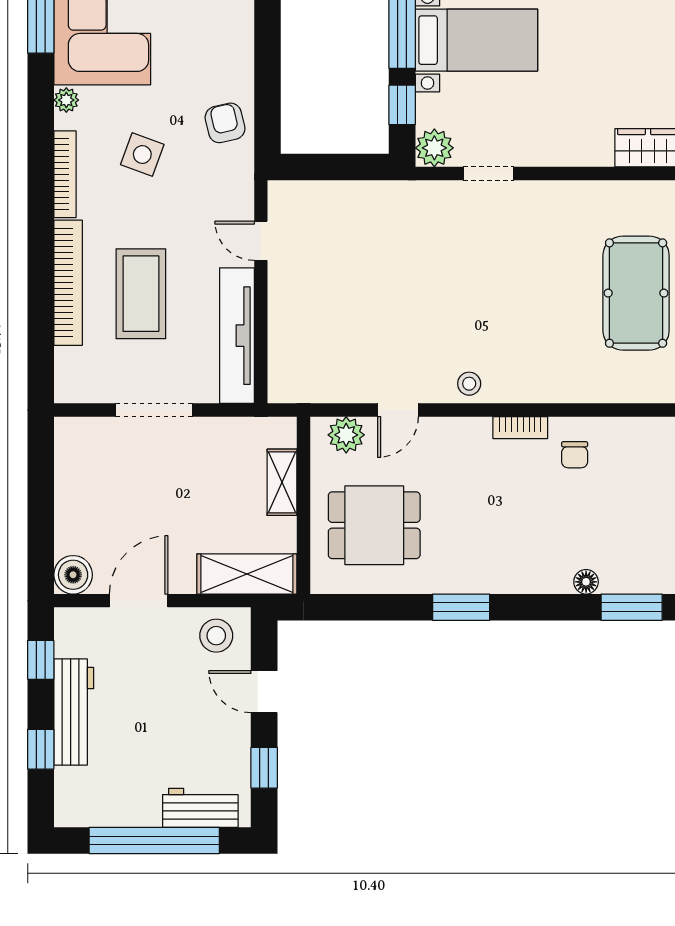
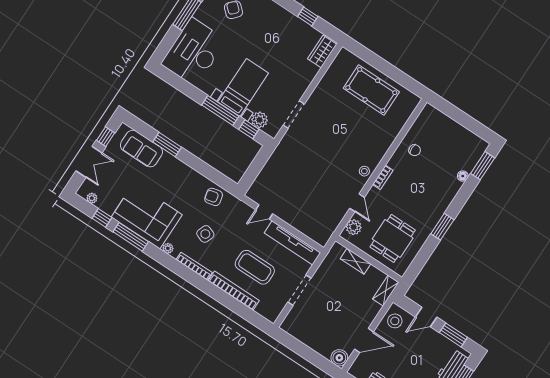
plant: (434, 148) -> (260, 120), moved
doorway: (488, 173) -> (294, 115), width x1.38
bookcase: (520, 428) -> (383, 177), moved
shelving: (247, 574) -> (386, 291), width x0.67, depth x0.75
door: (139, 601) -> (364, 340), swing flipped
window: (264, 768) -> (453, 335), width x1.50

